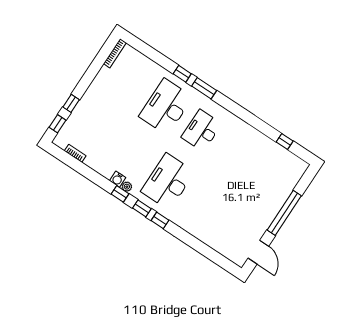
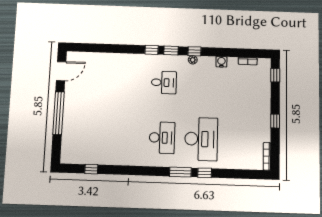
window: (71, 103) -> (275, 121), moved
water cooler: (118, 179) -> (221, 62), moved
desk: (168, 182) -> (164, 82), width x0.53, depth x0.77
door: (258, 252) -> (61, 71), swing flipped

